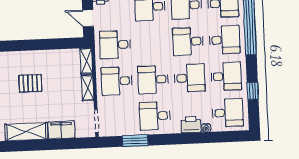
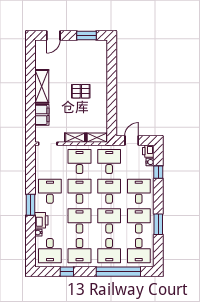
desk: (152, 43) -> (109, 191), added
desk: (190, 78) -> (80, 221), turned 180
pallet: (30, 83) -> (81, 91), turned 90
window: (135, 141) -> (30, 205), moved

